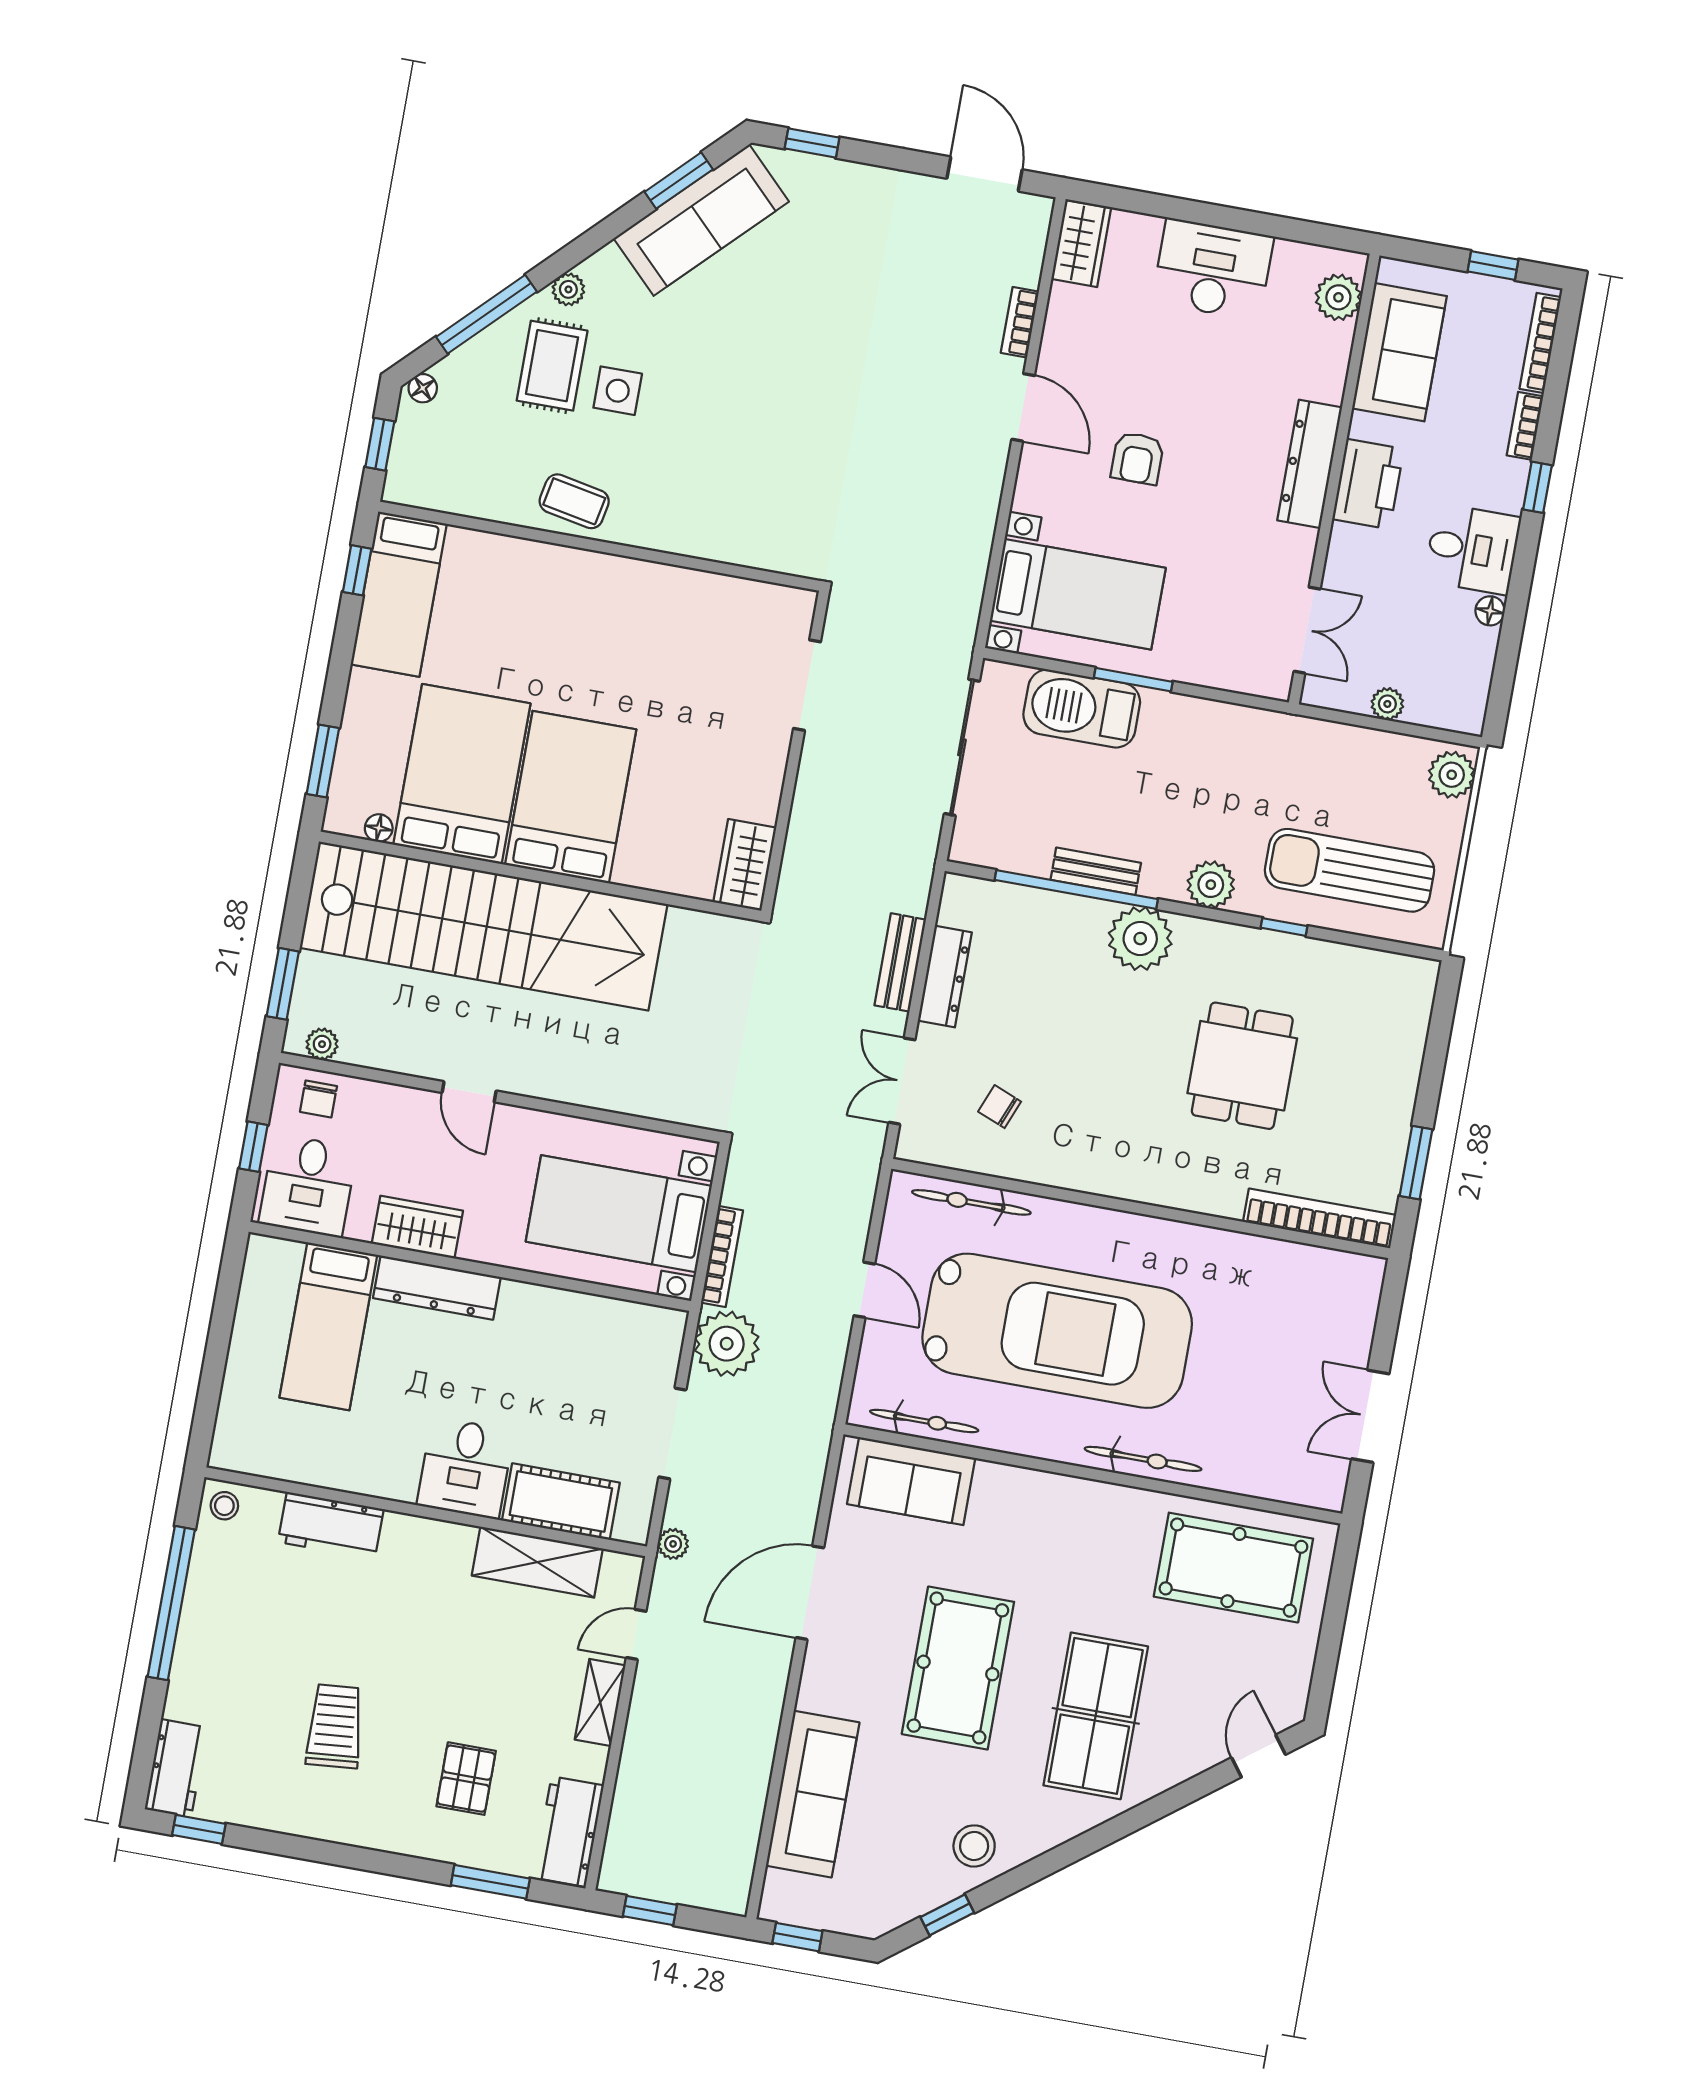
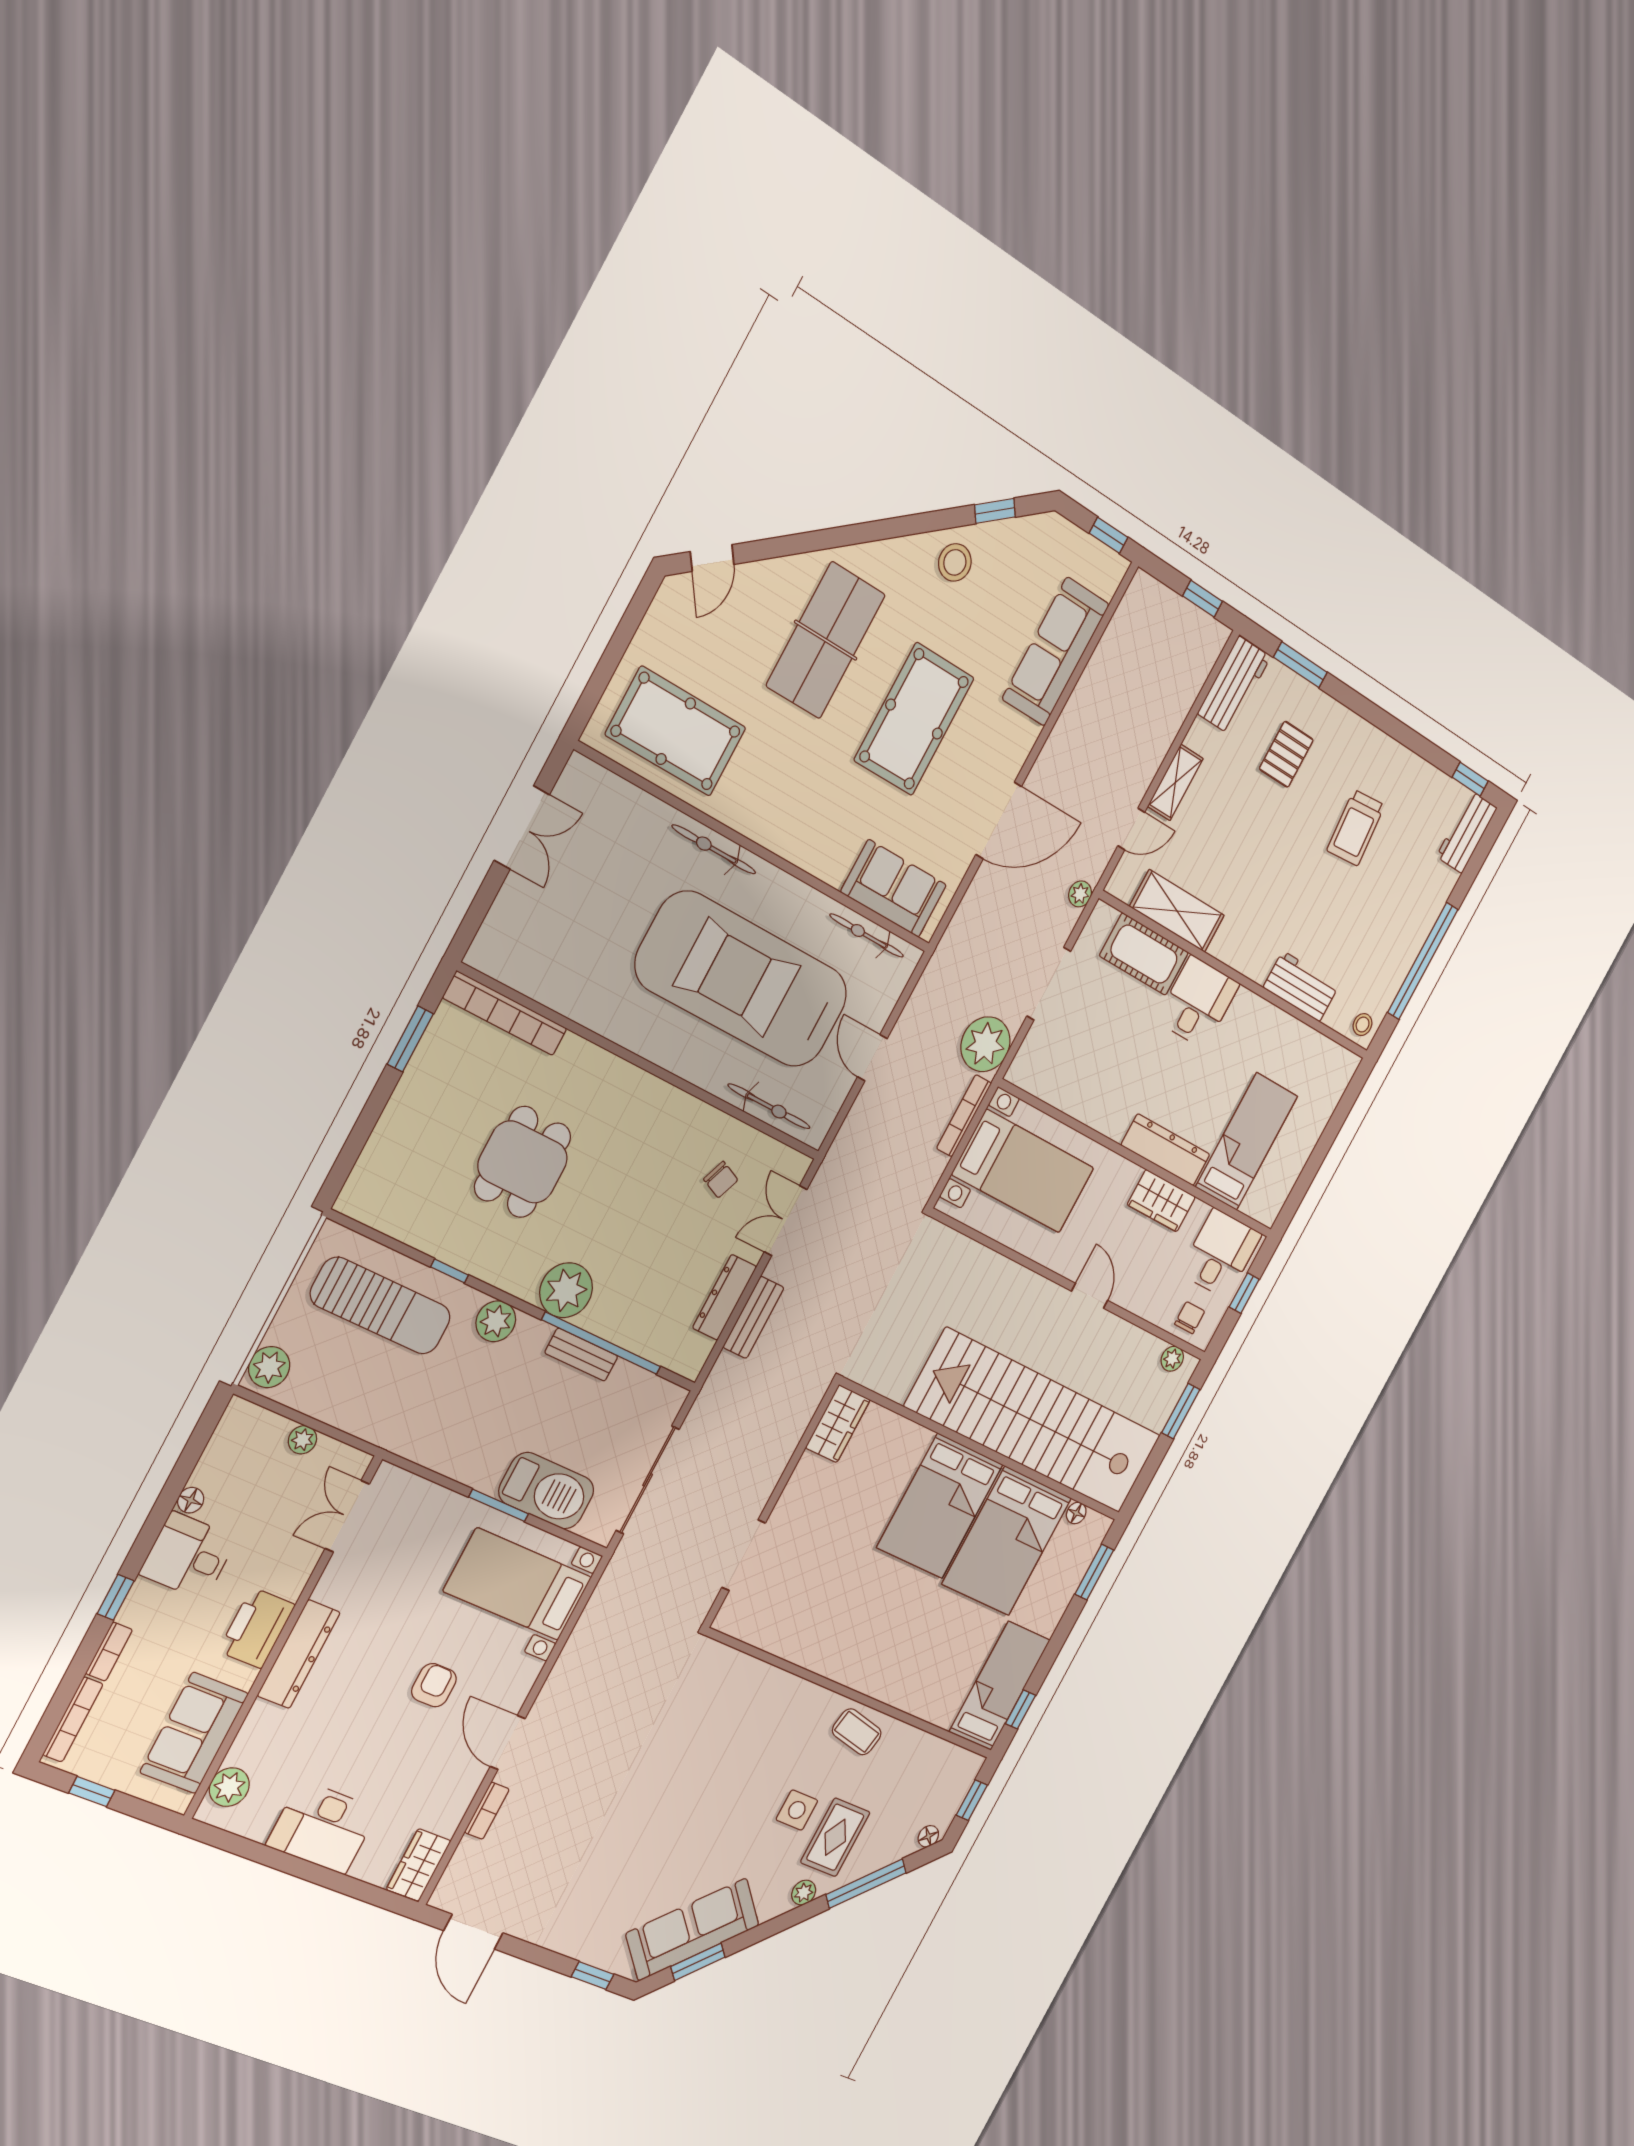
double door: (902, 1081) -> (786, 1221), swing flipped

